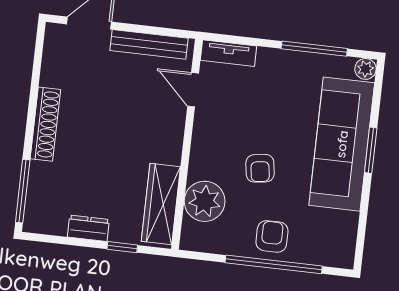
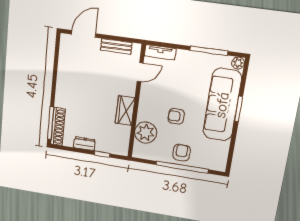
bench: (149, 44) -> (116, 46), width x0.73
door: (193, 90) -> (140, 72), swing flipped
shoe rack: (45, 124) -> (58, 127), moved
armchair: (260, 168) -> (176, 116), turned 98
wardrobe: (161, 204) -> (125, 111), moved, width x0.67

